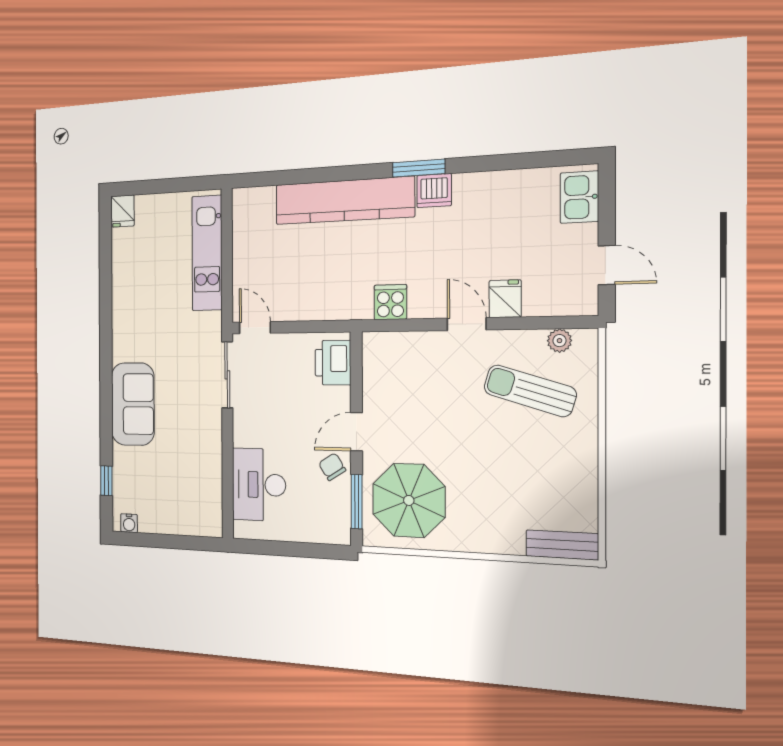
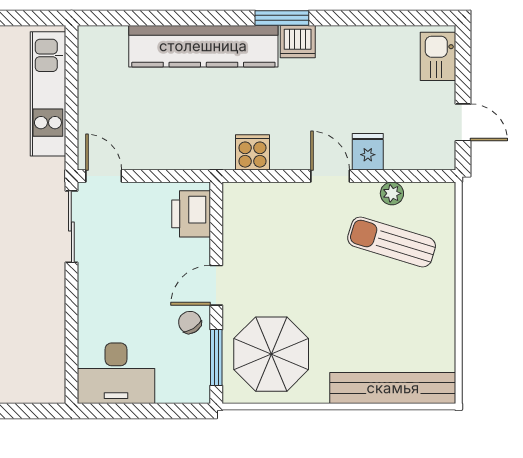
plant: (560, 341) -> (392, 193), moved
desk: (259, 485) -> (116, 373), moved, turned -90
bench: (562, 545) -> (393, 388), width x1.86, depth x1.21

